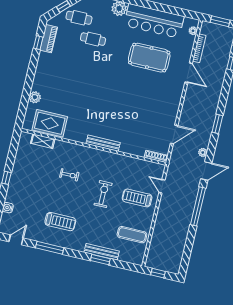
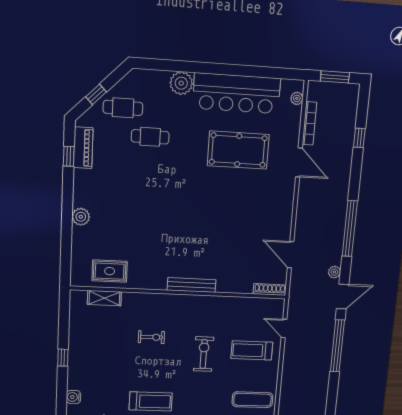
plant: (35, 97) -> (81, 217), moved
rug: (50, 123) -> (110, 271), width x0.73, depth x0.70
window: (217, 124) -> (350, 229), width x2.11
door: (174, 135) -> (291, 255), swing flipped

